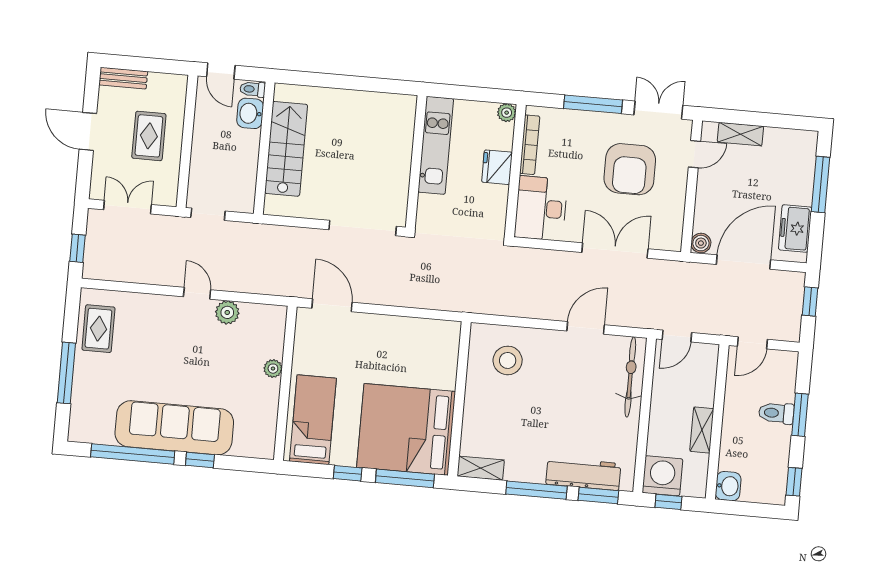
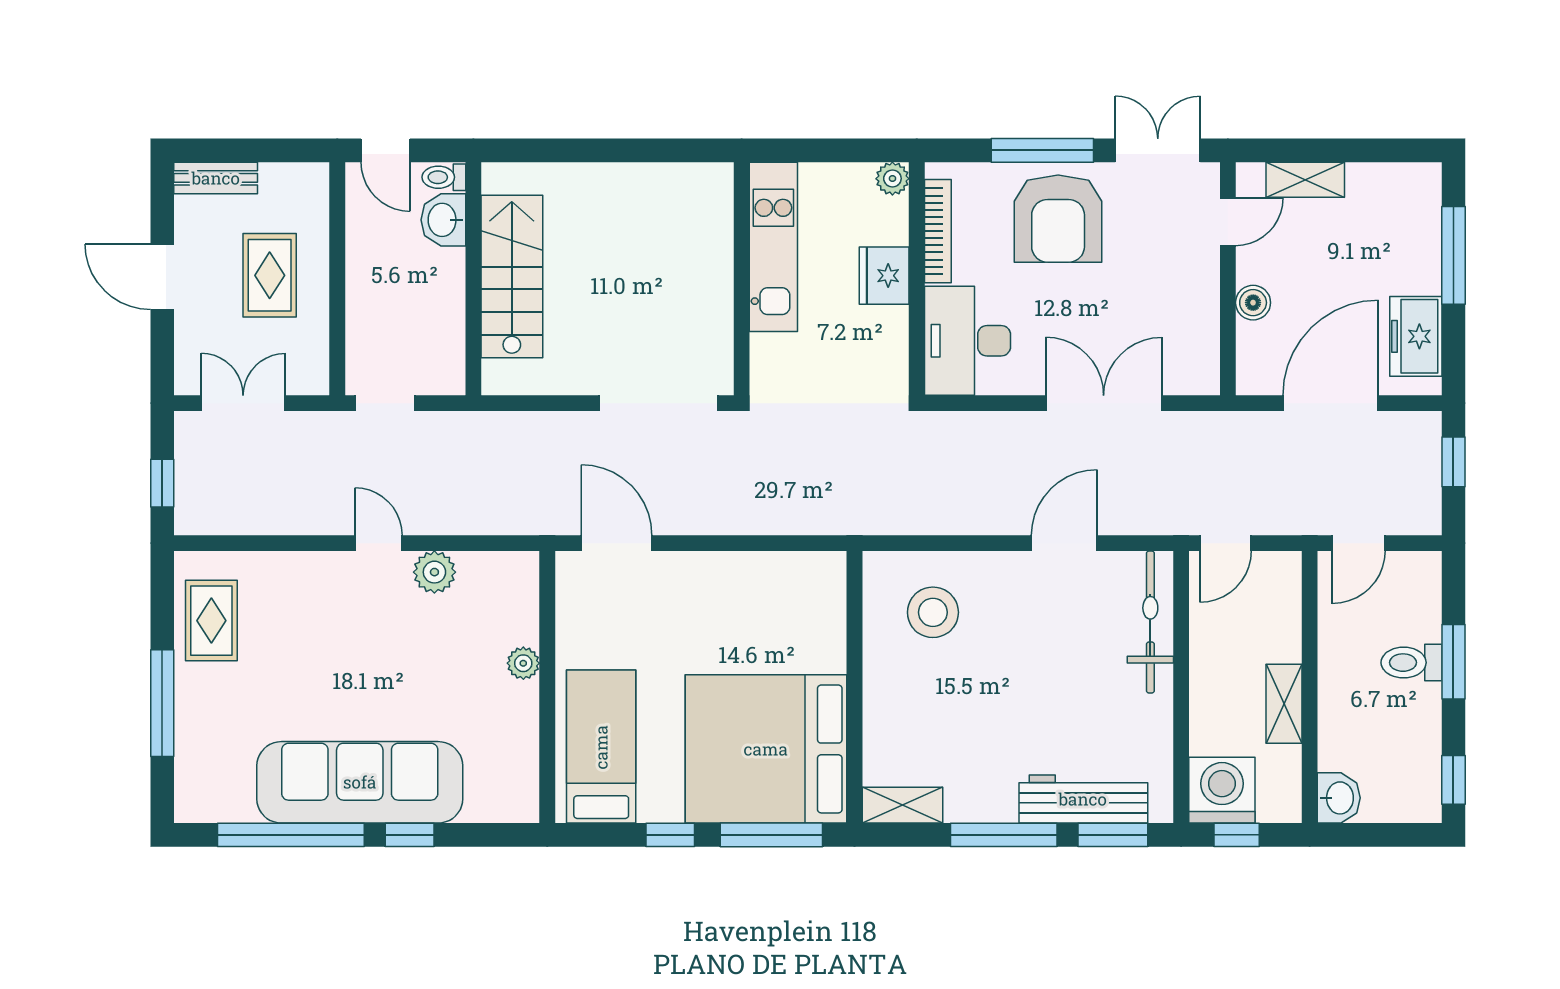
armchair: (630, 169) -> (1058, 219), moved
boiler: (701, 243) -> (1253, 303), moved

